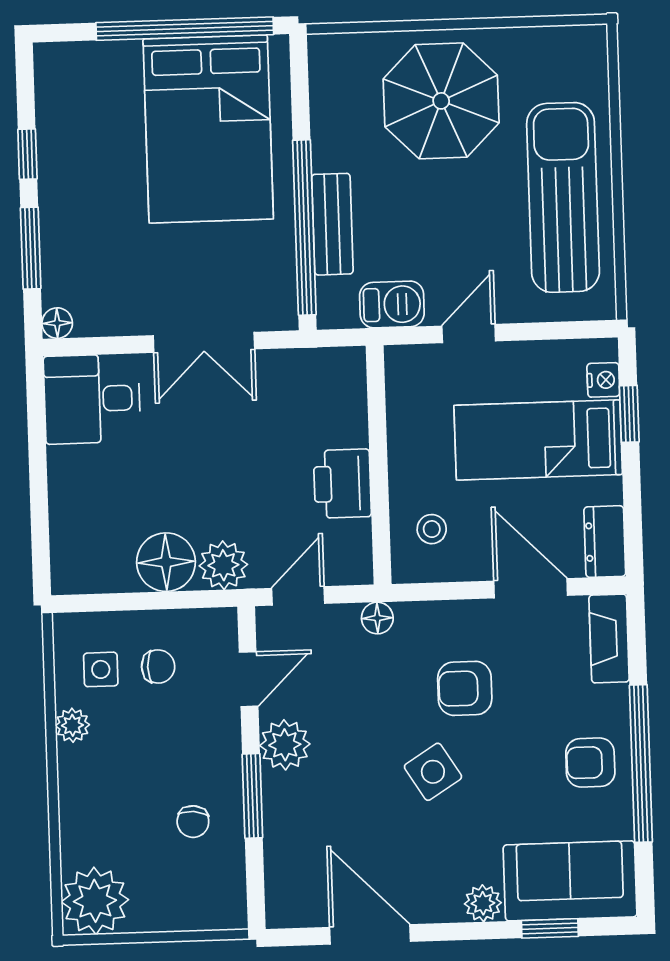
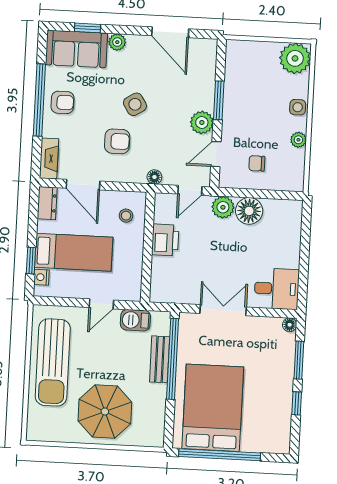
side table: (101, 669) -> (298, 107), moved
chair: (193, 822) -> (247, 91), removed

